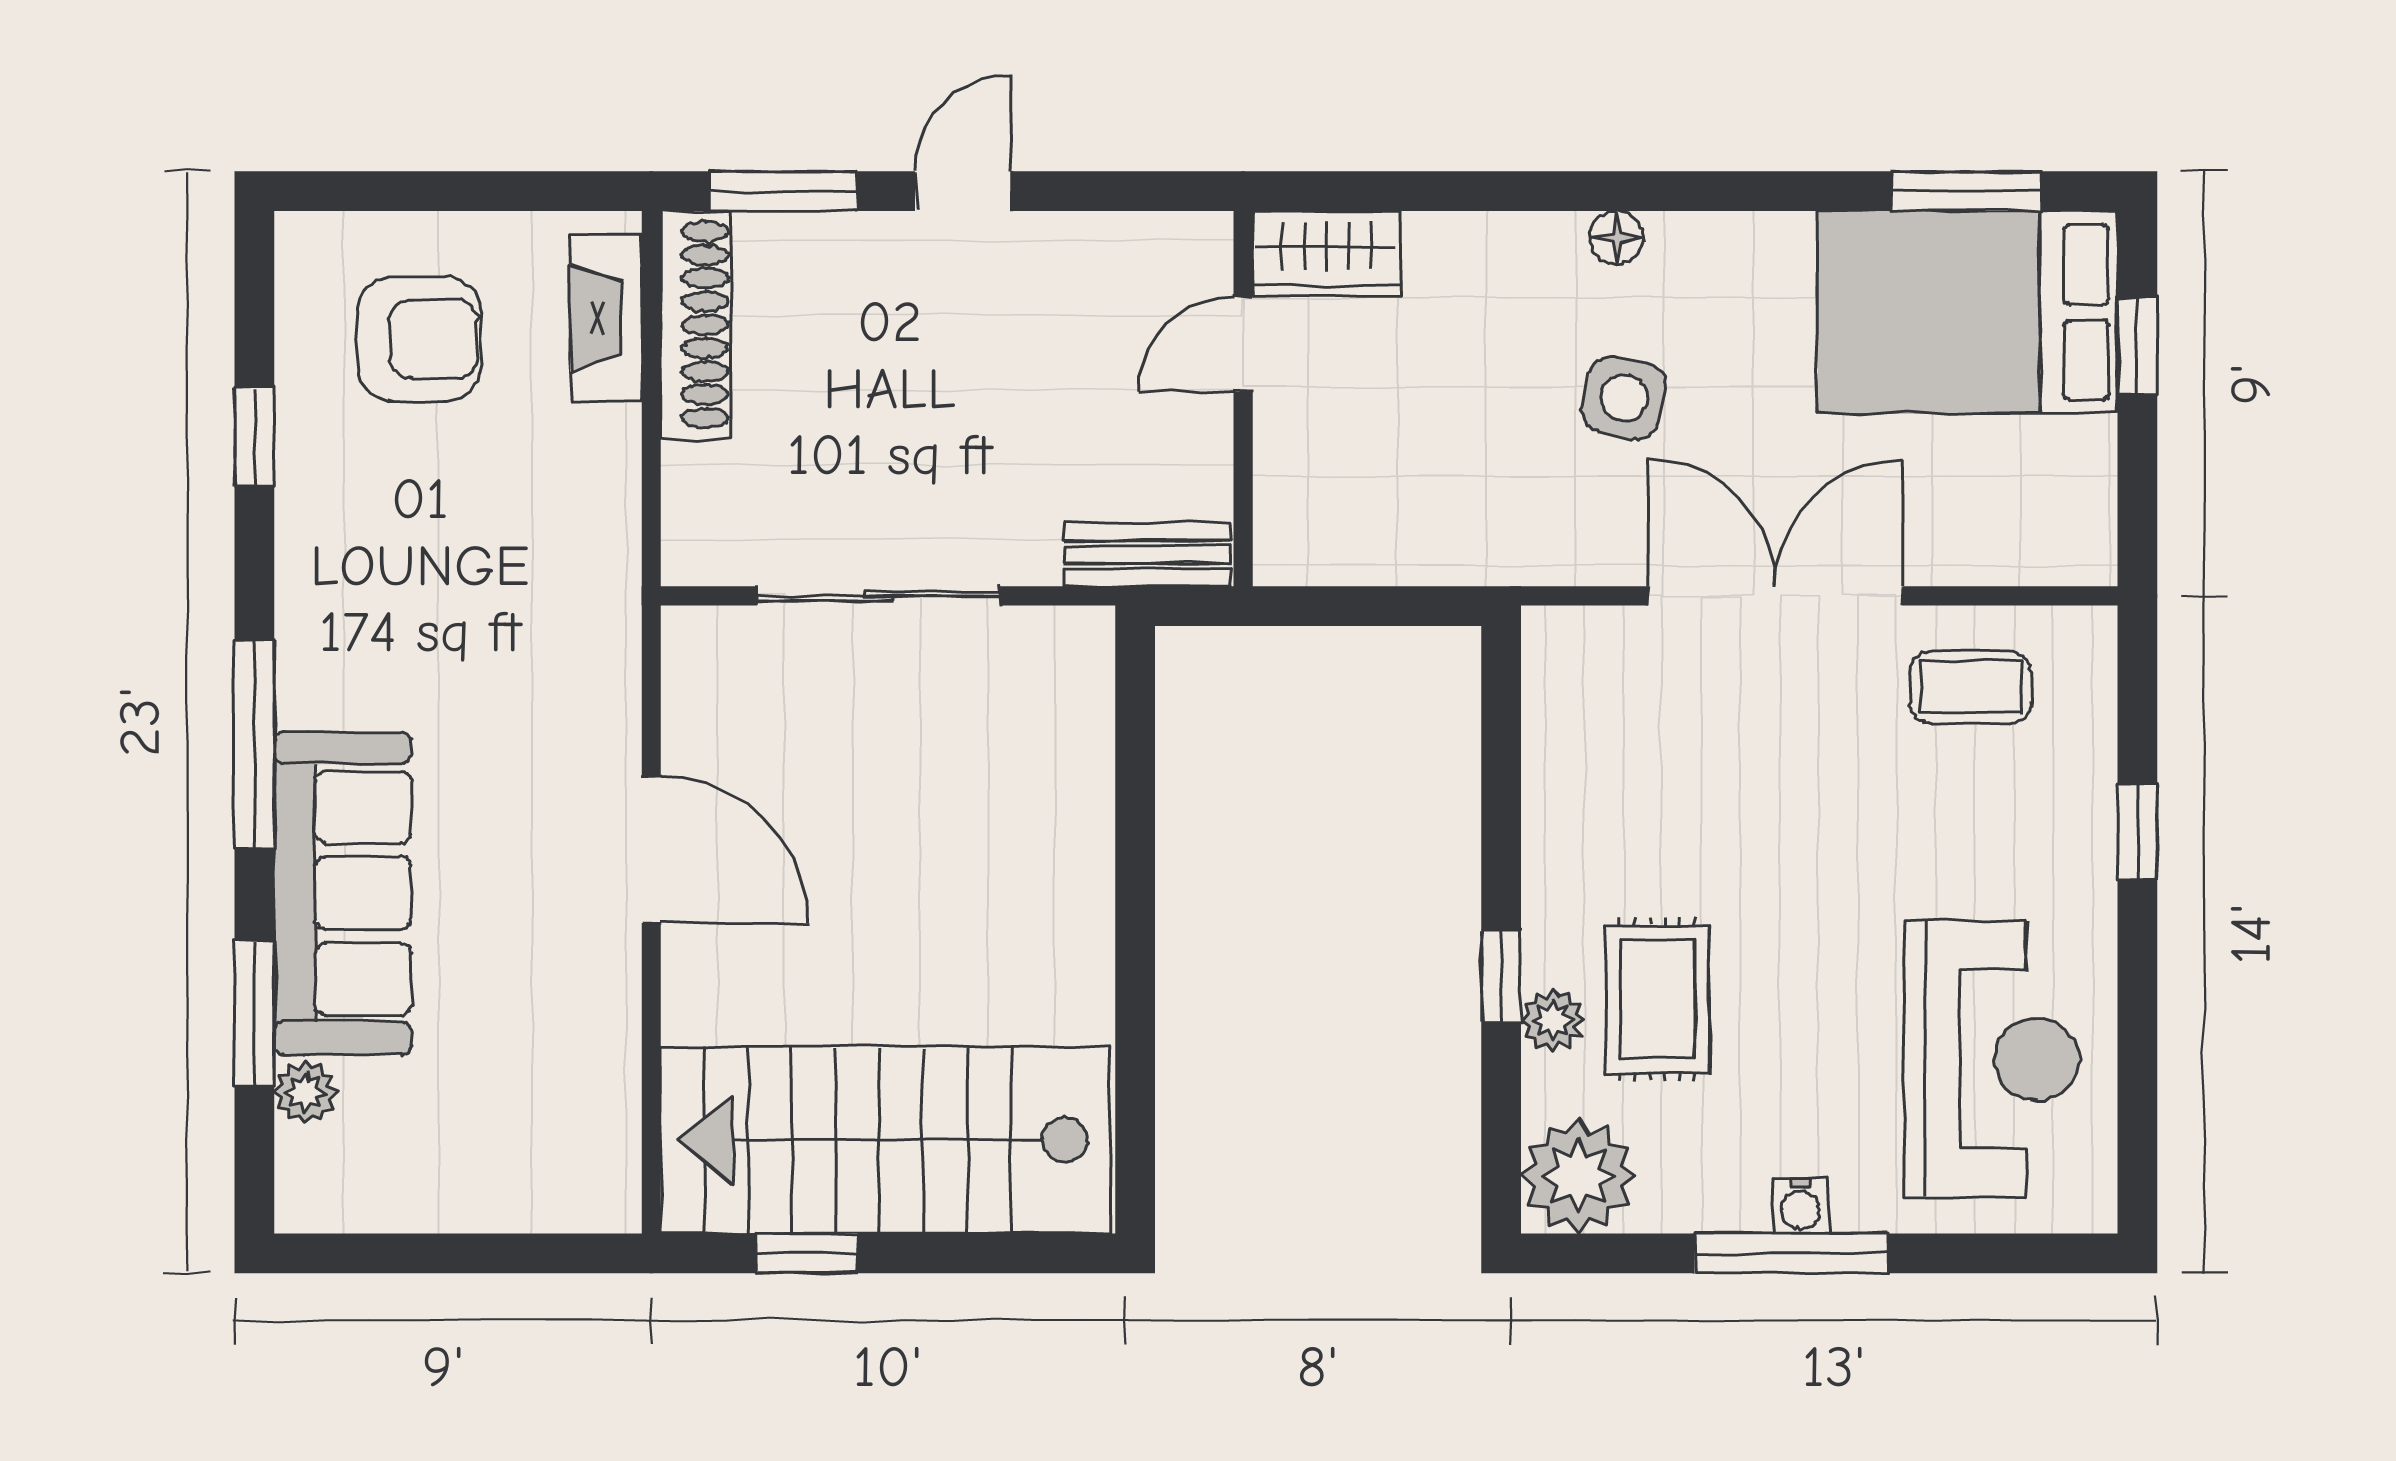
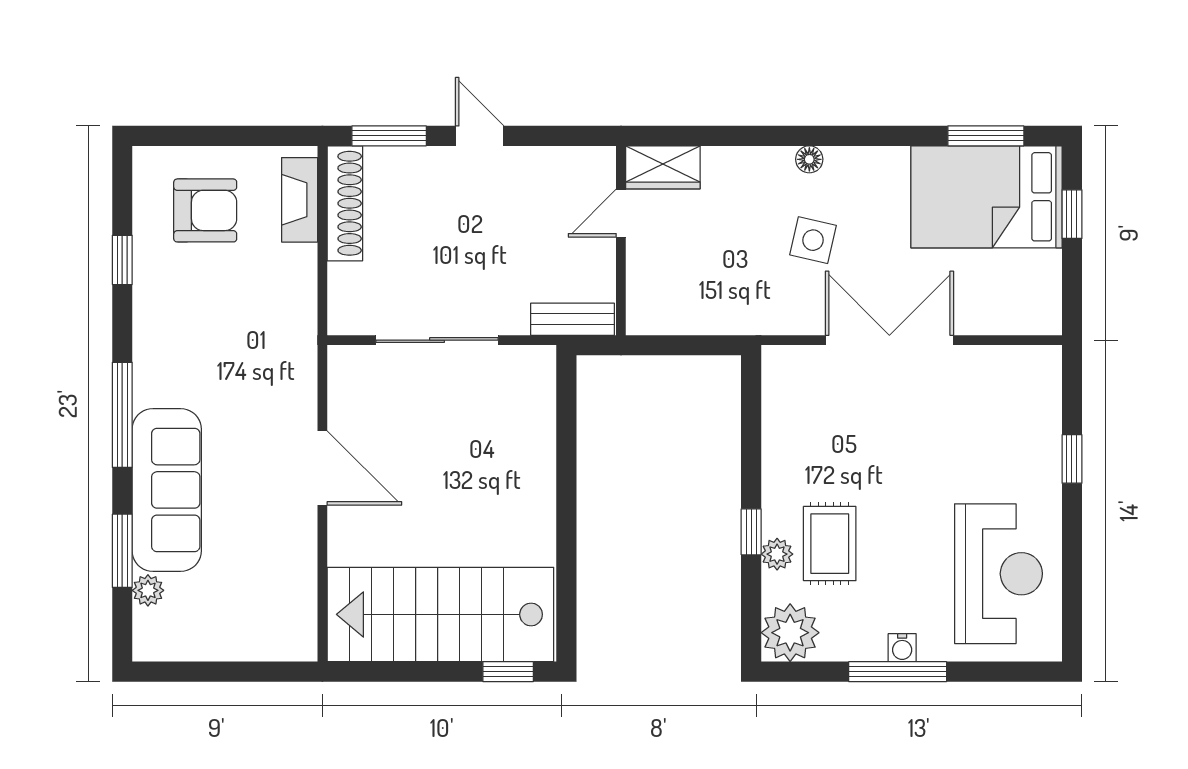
door: (963, 191) -> (480, 136), hinge flipped
coffee table: (1971, 687) -> (988, 386), removed
window: (807, 1253) -> (508, 672), moved

